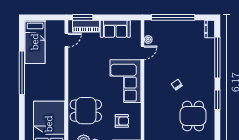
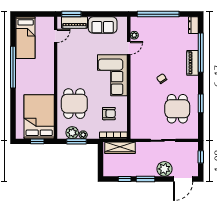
piano: (209, 68) -> (192, 63), added
window: (217, 100) -> (201, 103), moved
dining table: (86, 111) -> (74, 104), turned 90

